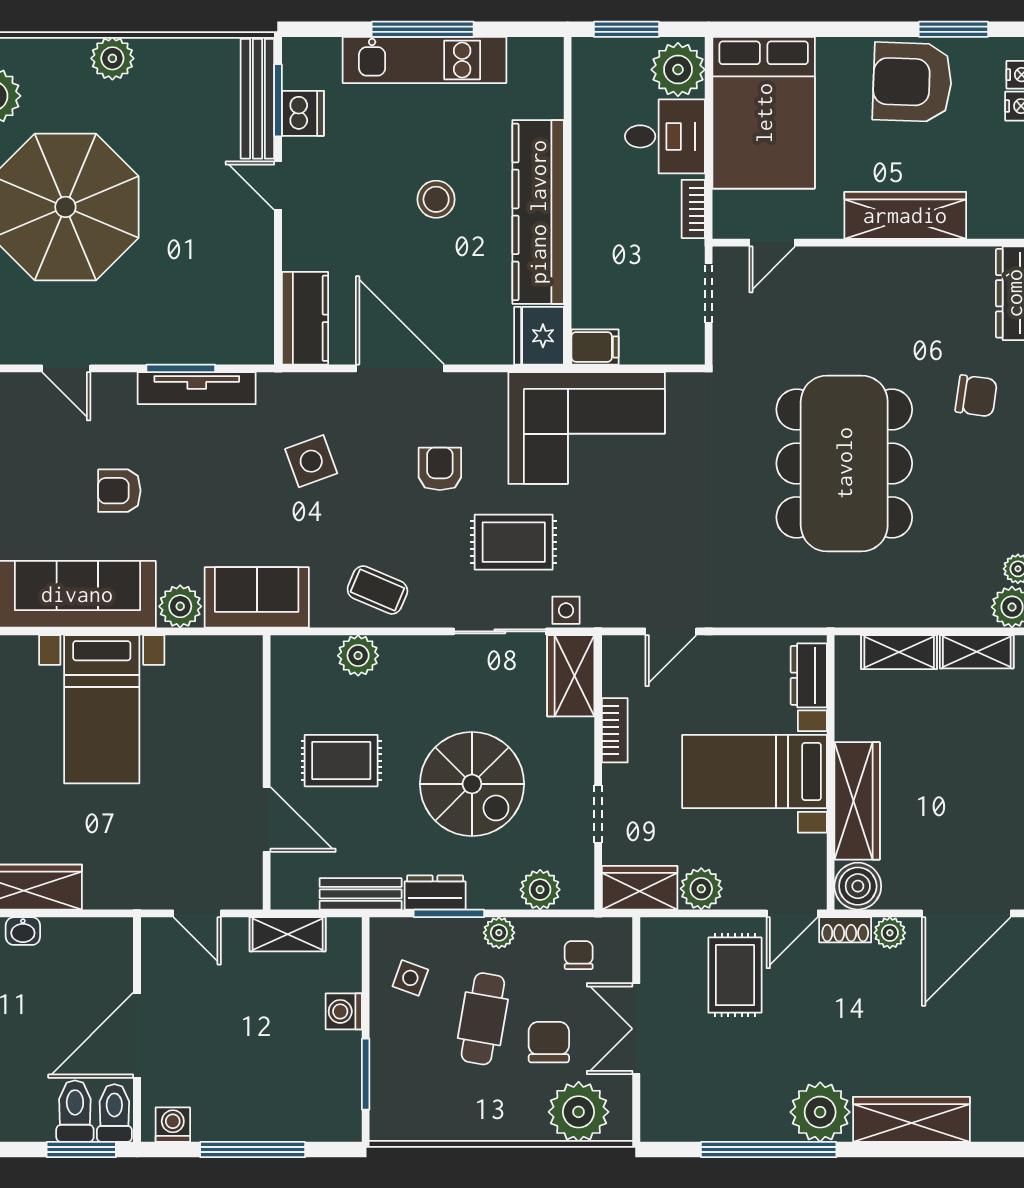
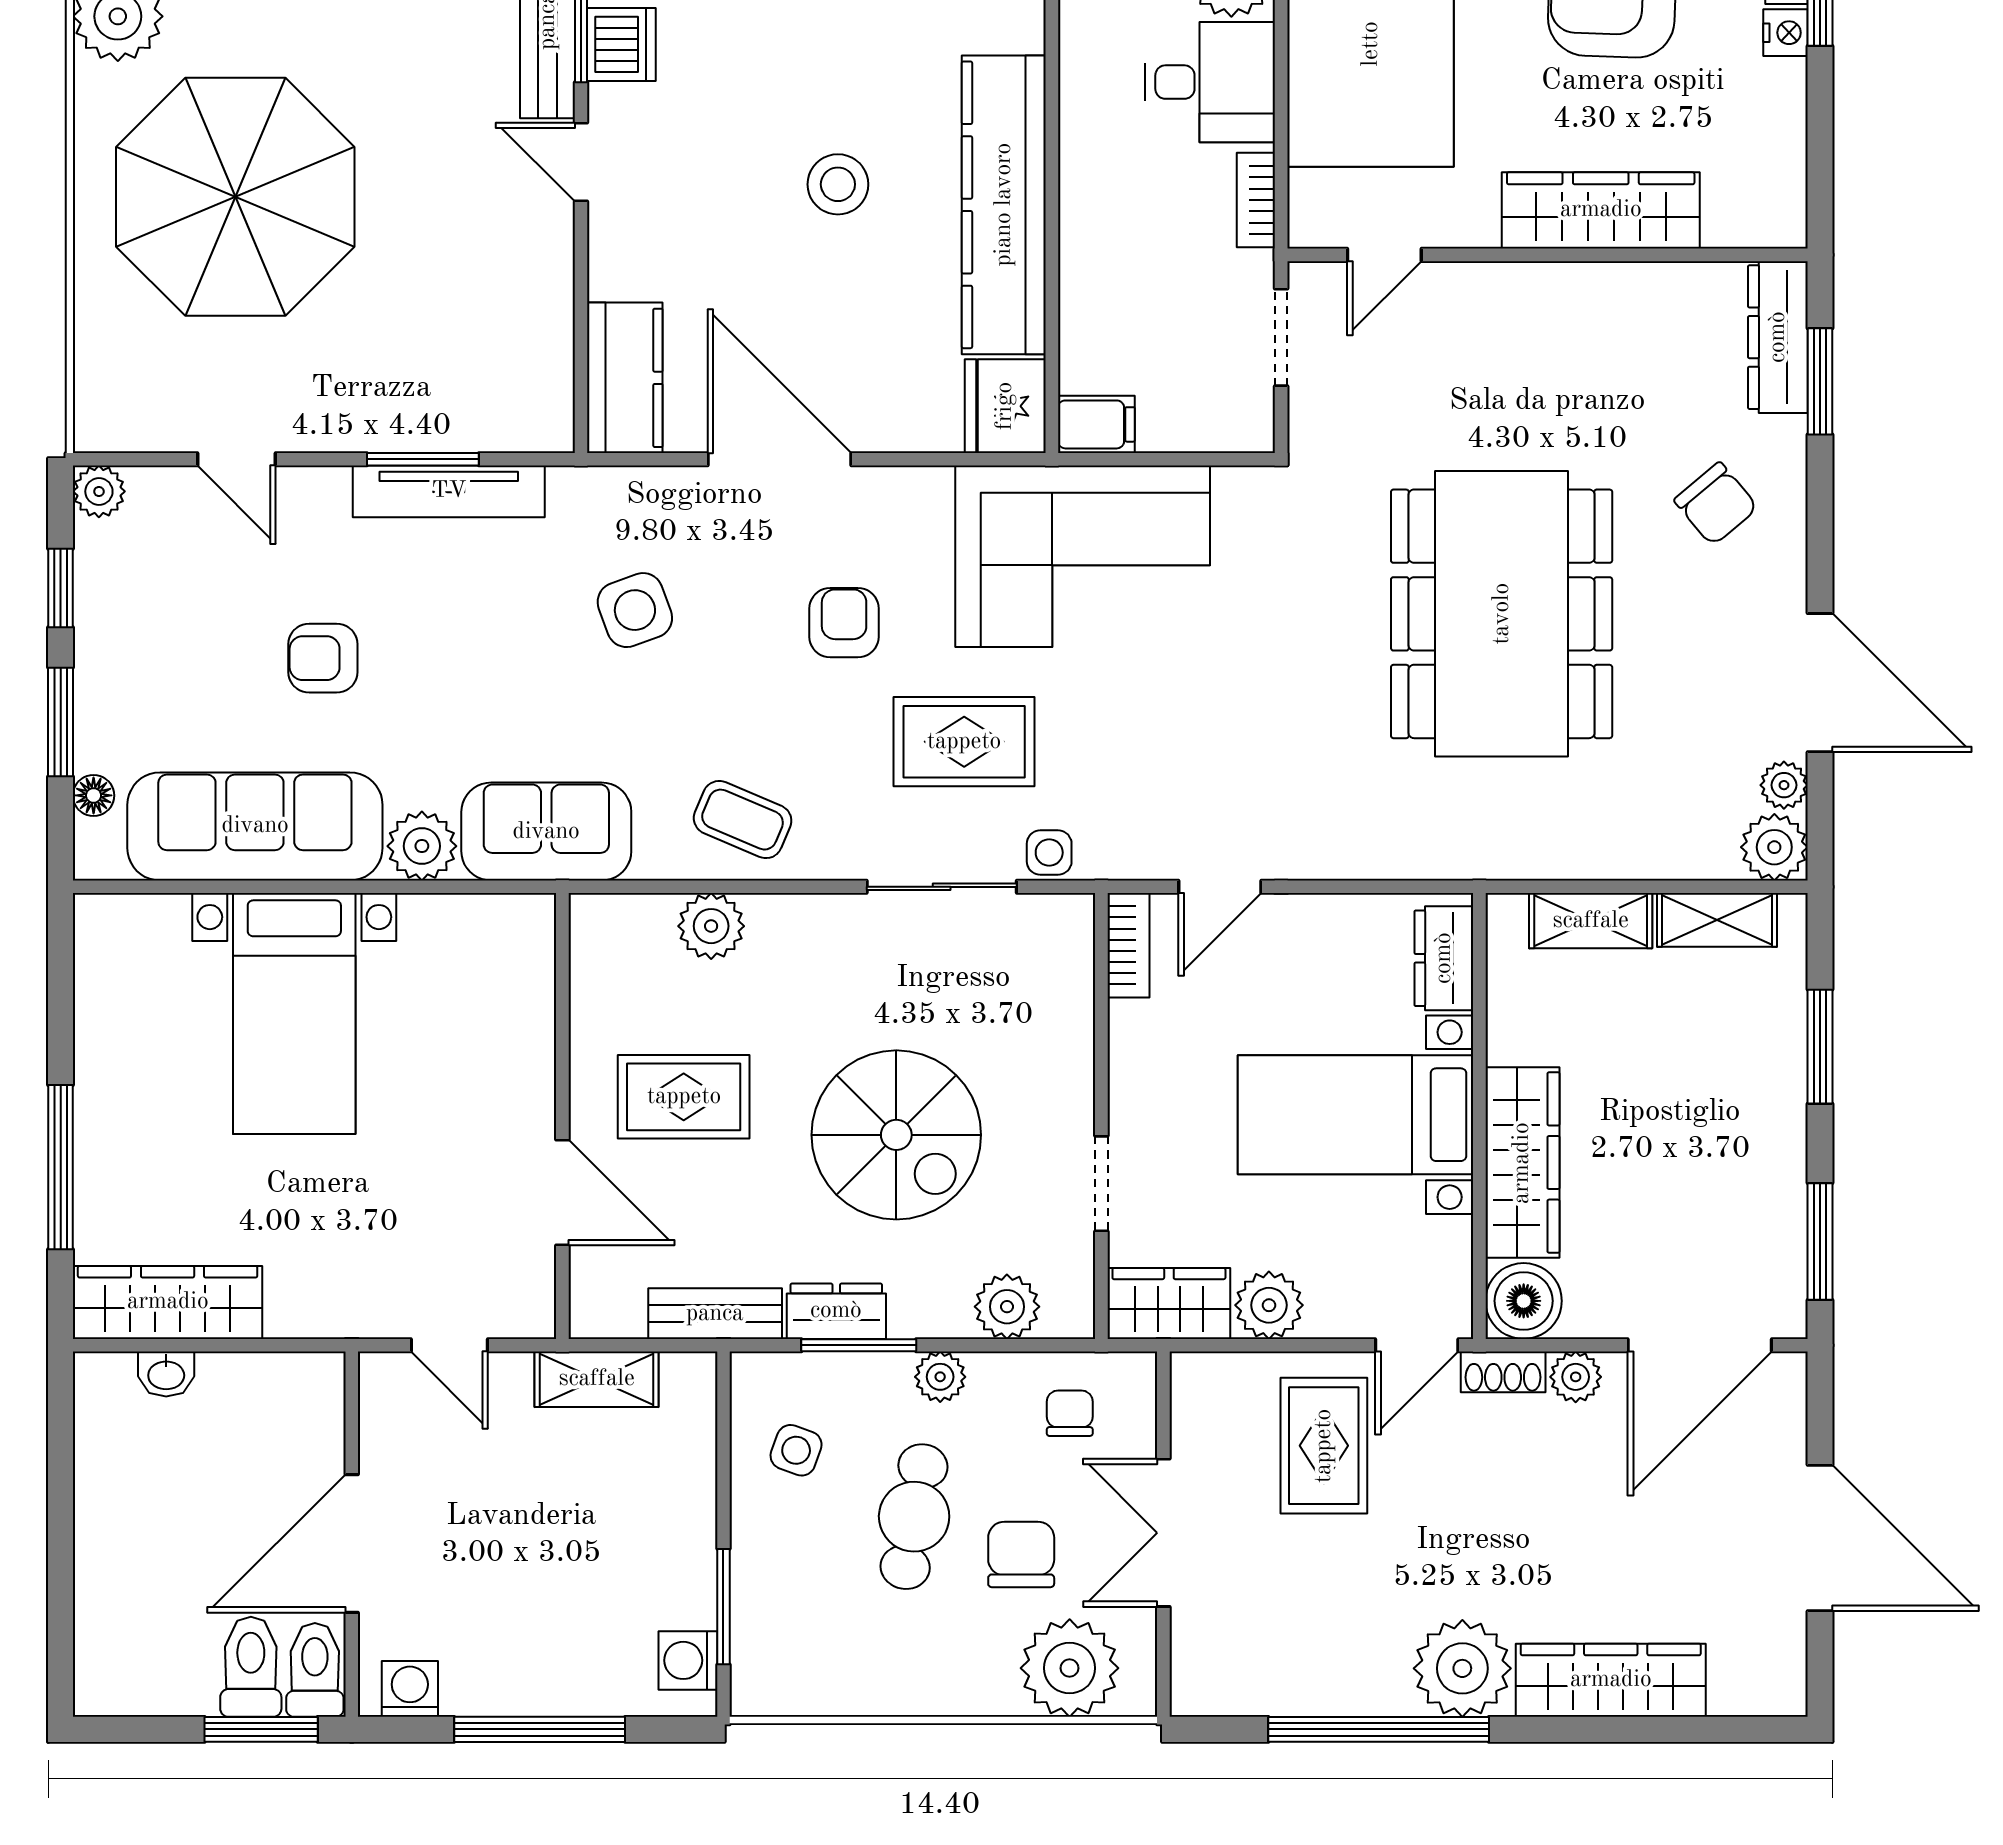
chair: (976, 396) -> (1716, 504), turned 42
wardrobe: (571, 676) -> (1057, 959), removed
bookcase: (615, 730) -> (1129, 945), moved
washing machine: (344, 1011) -> (688, 1660), moved

